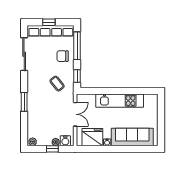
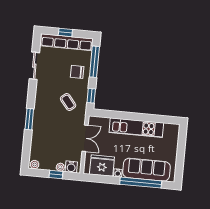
sliding door: (24, 54) -> (34, 66), width x0.73
window: (128, 149) -> (141, 183), added

